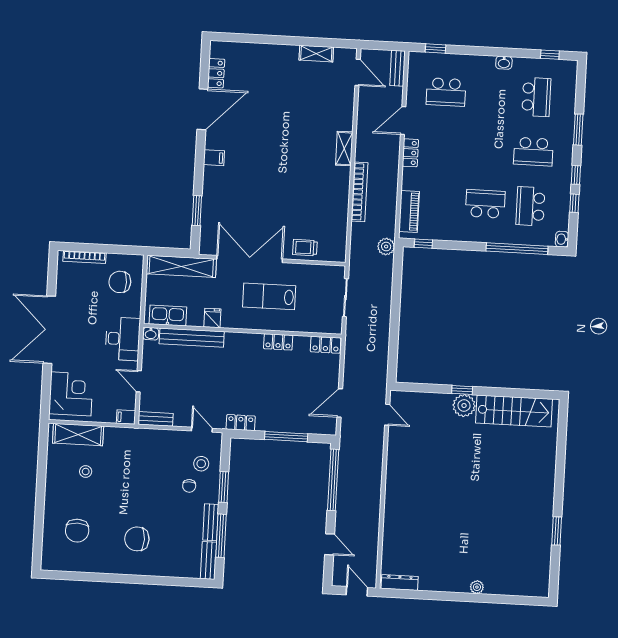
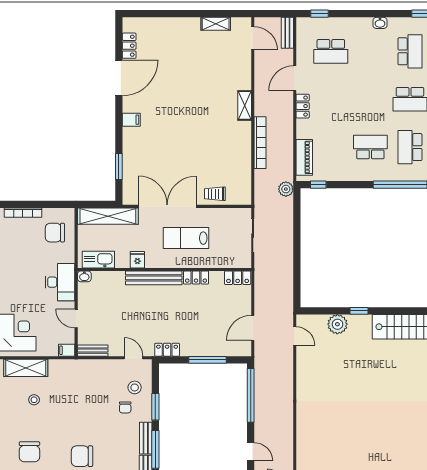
bench: (192, 338) -> (154, 278), moved
plant: (464, 406) -> (337, 324), moved

